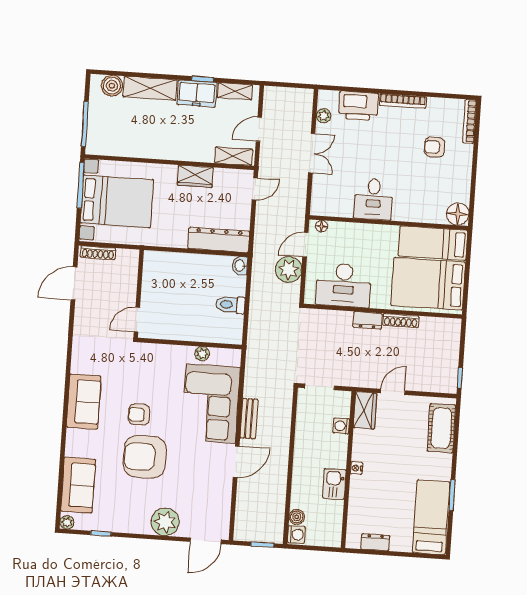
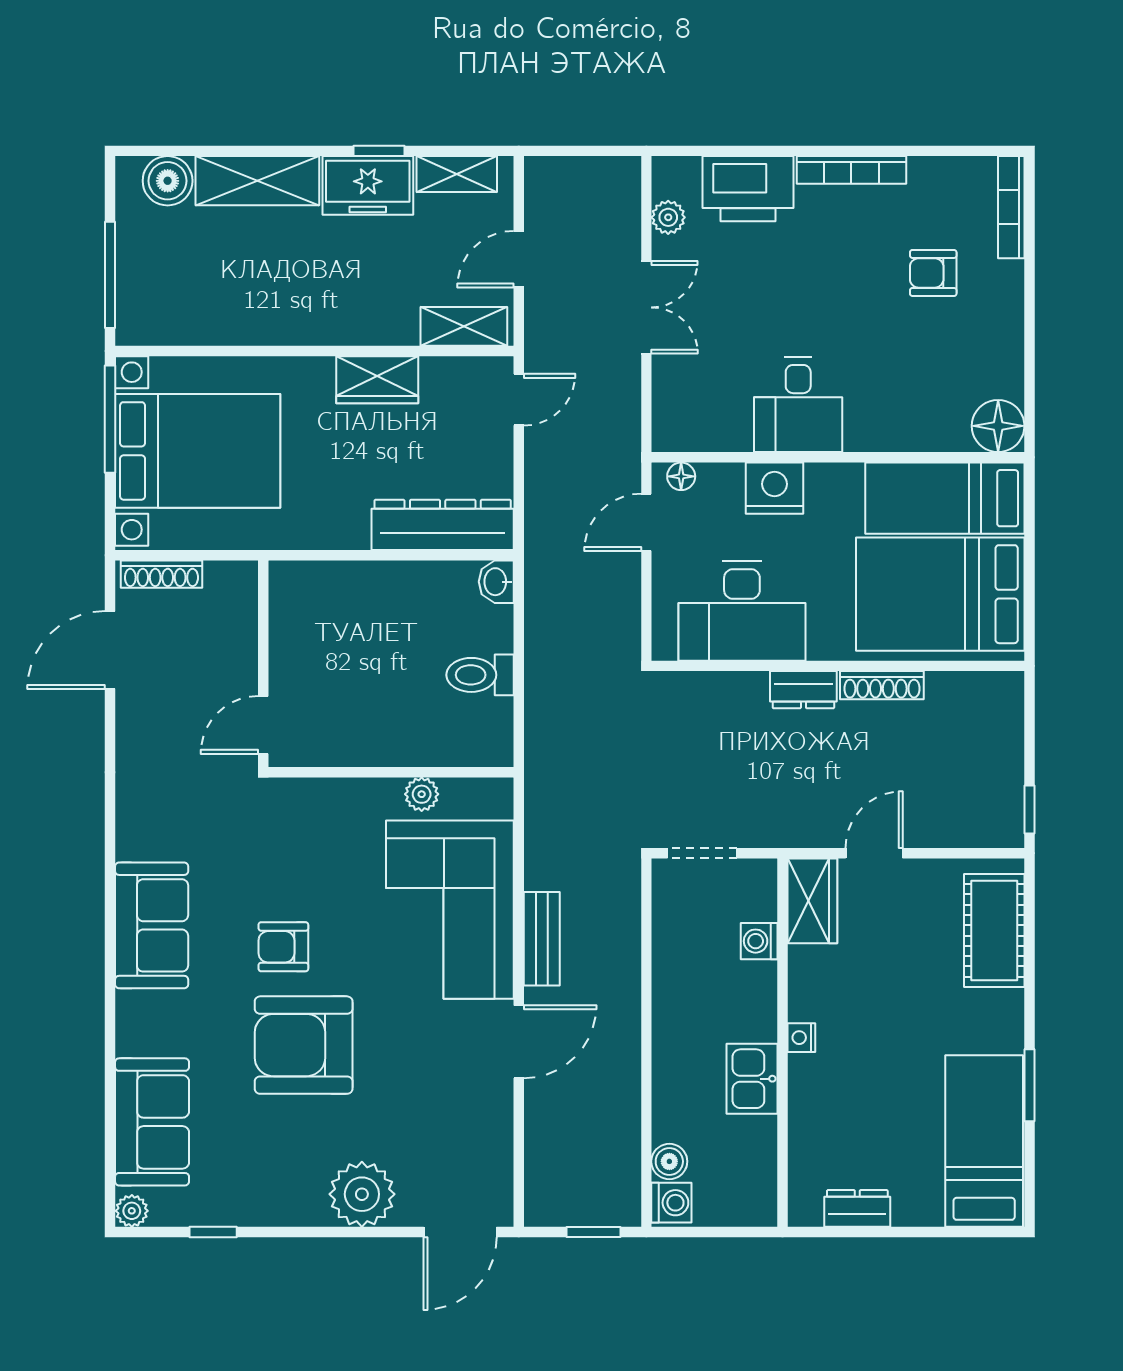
nightstand: (361, 234) -> (774, 488), added
plant: (289, 270) -> (611, 583), removed

